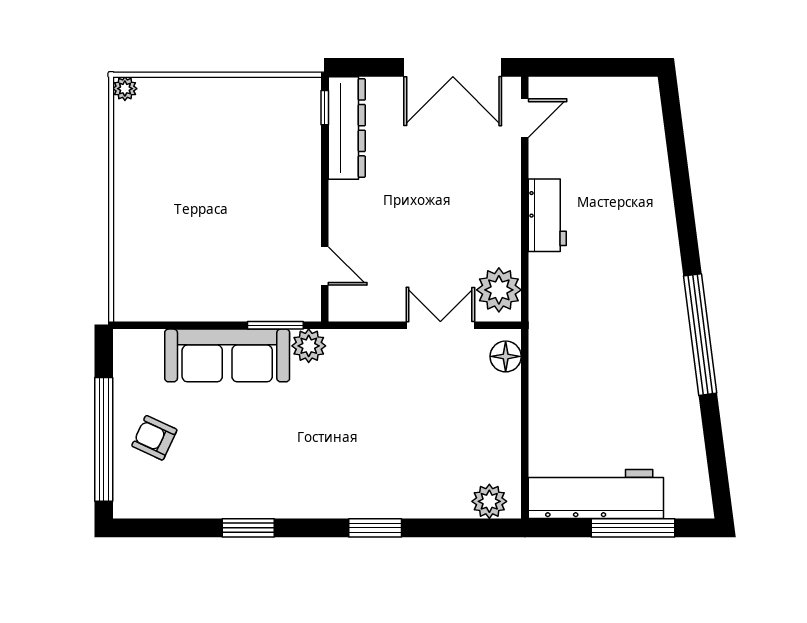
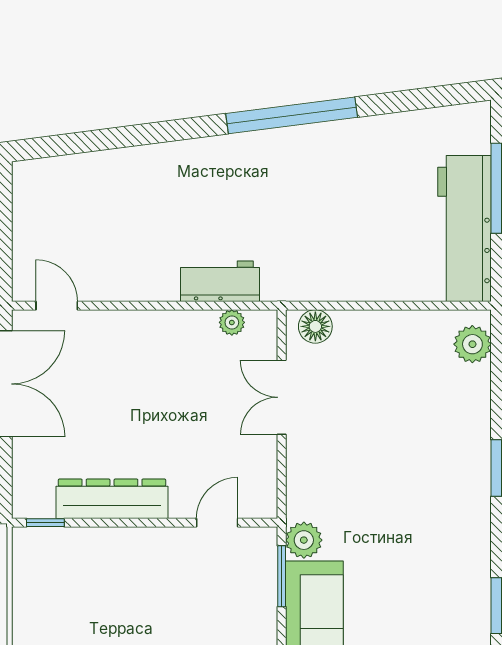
dresser: (347, 128) -> (112, 499), moved
workbench: (547, 215) -> (220, 281), moved
plant: (499, 290) -> (232, 322), width x0.53, depth x0.53

